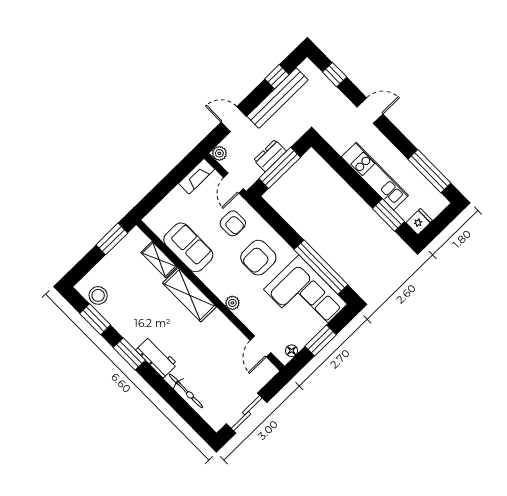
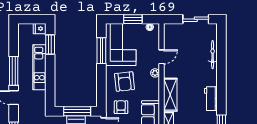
window: (429, 171) -> (14, 71), moved
armchair: (258, 258) -> (125, 82), turned 84
window: (321, 267) -> (101, 51), width x0.68
door: (260, 346) -> (161, 57), moved
window: (129, 354) -> (221, 95), removed
workbench: (157, 357) -> (211, 99), moved

